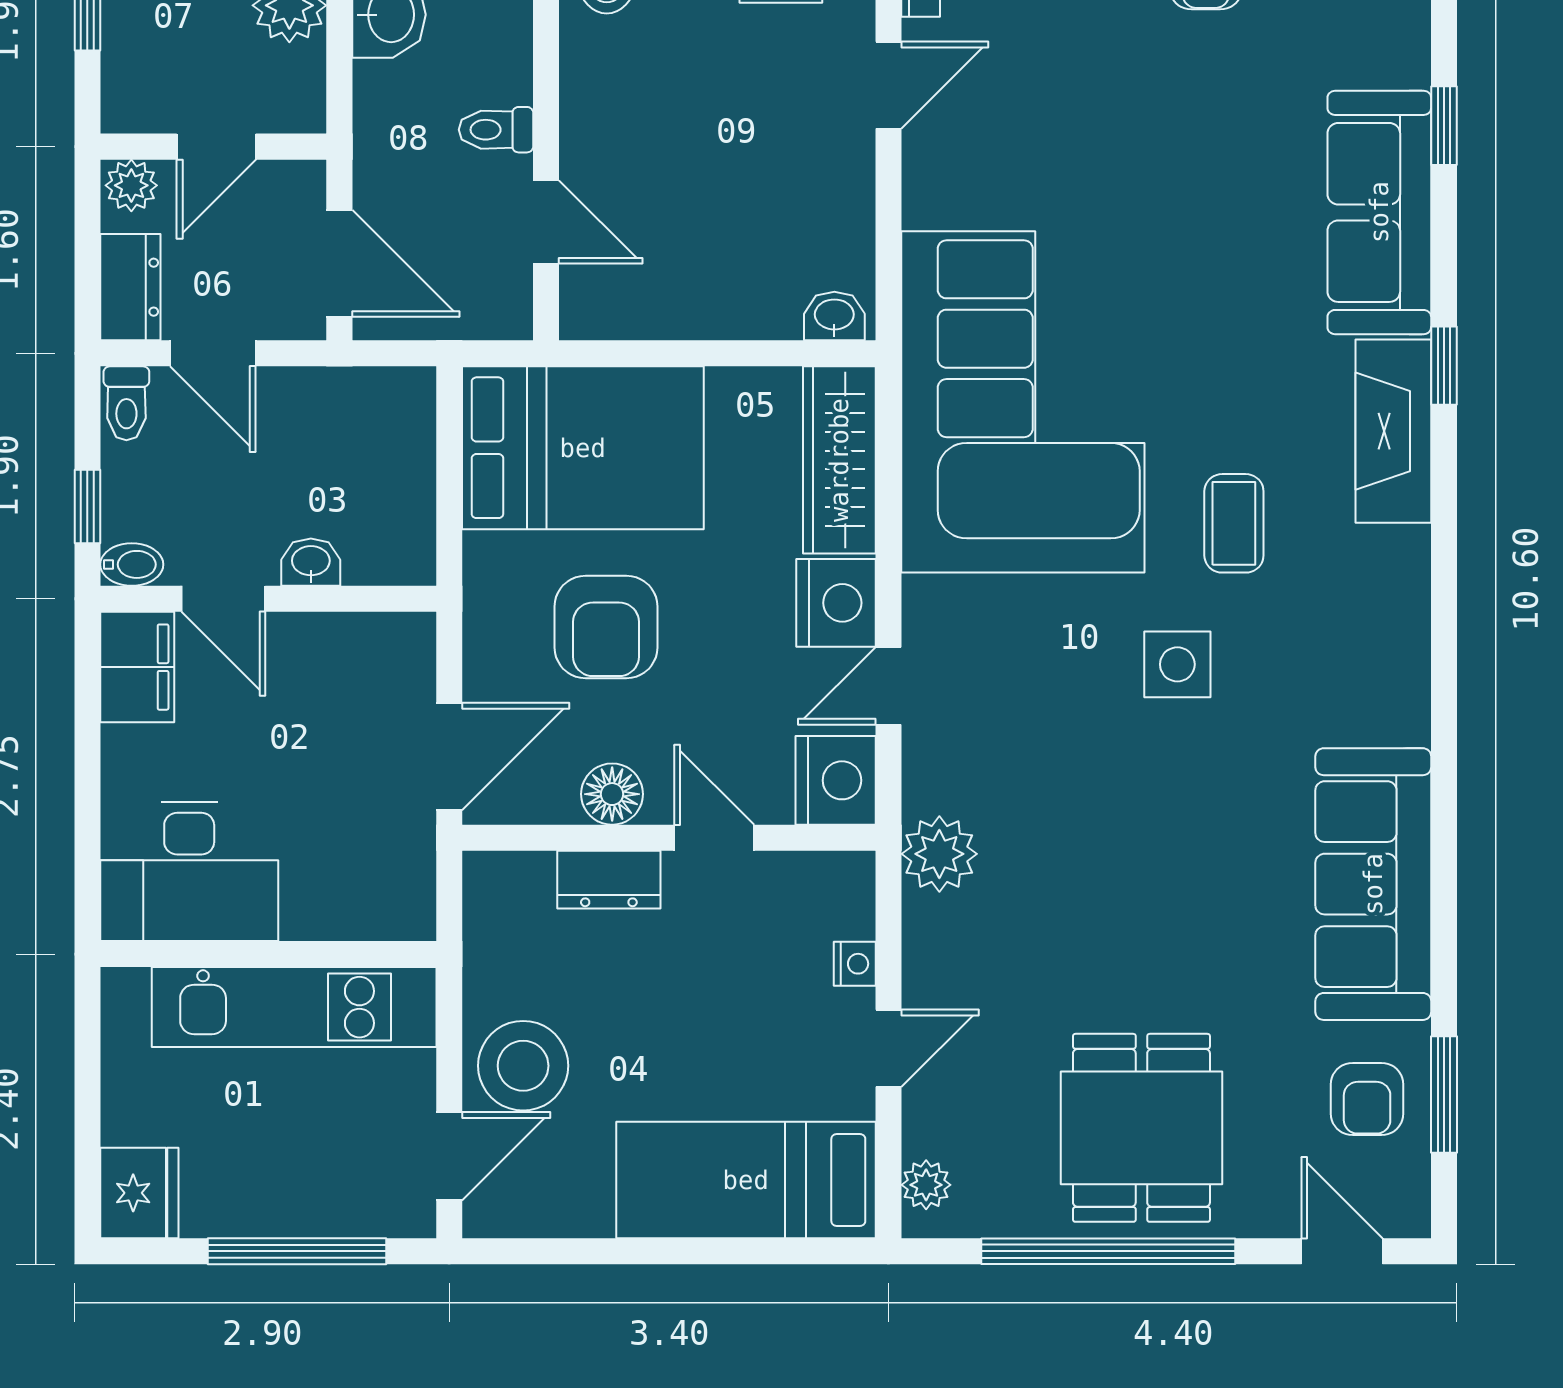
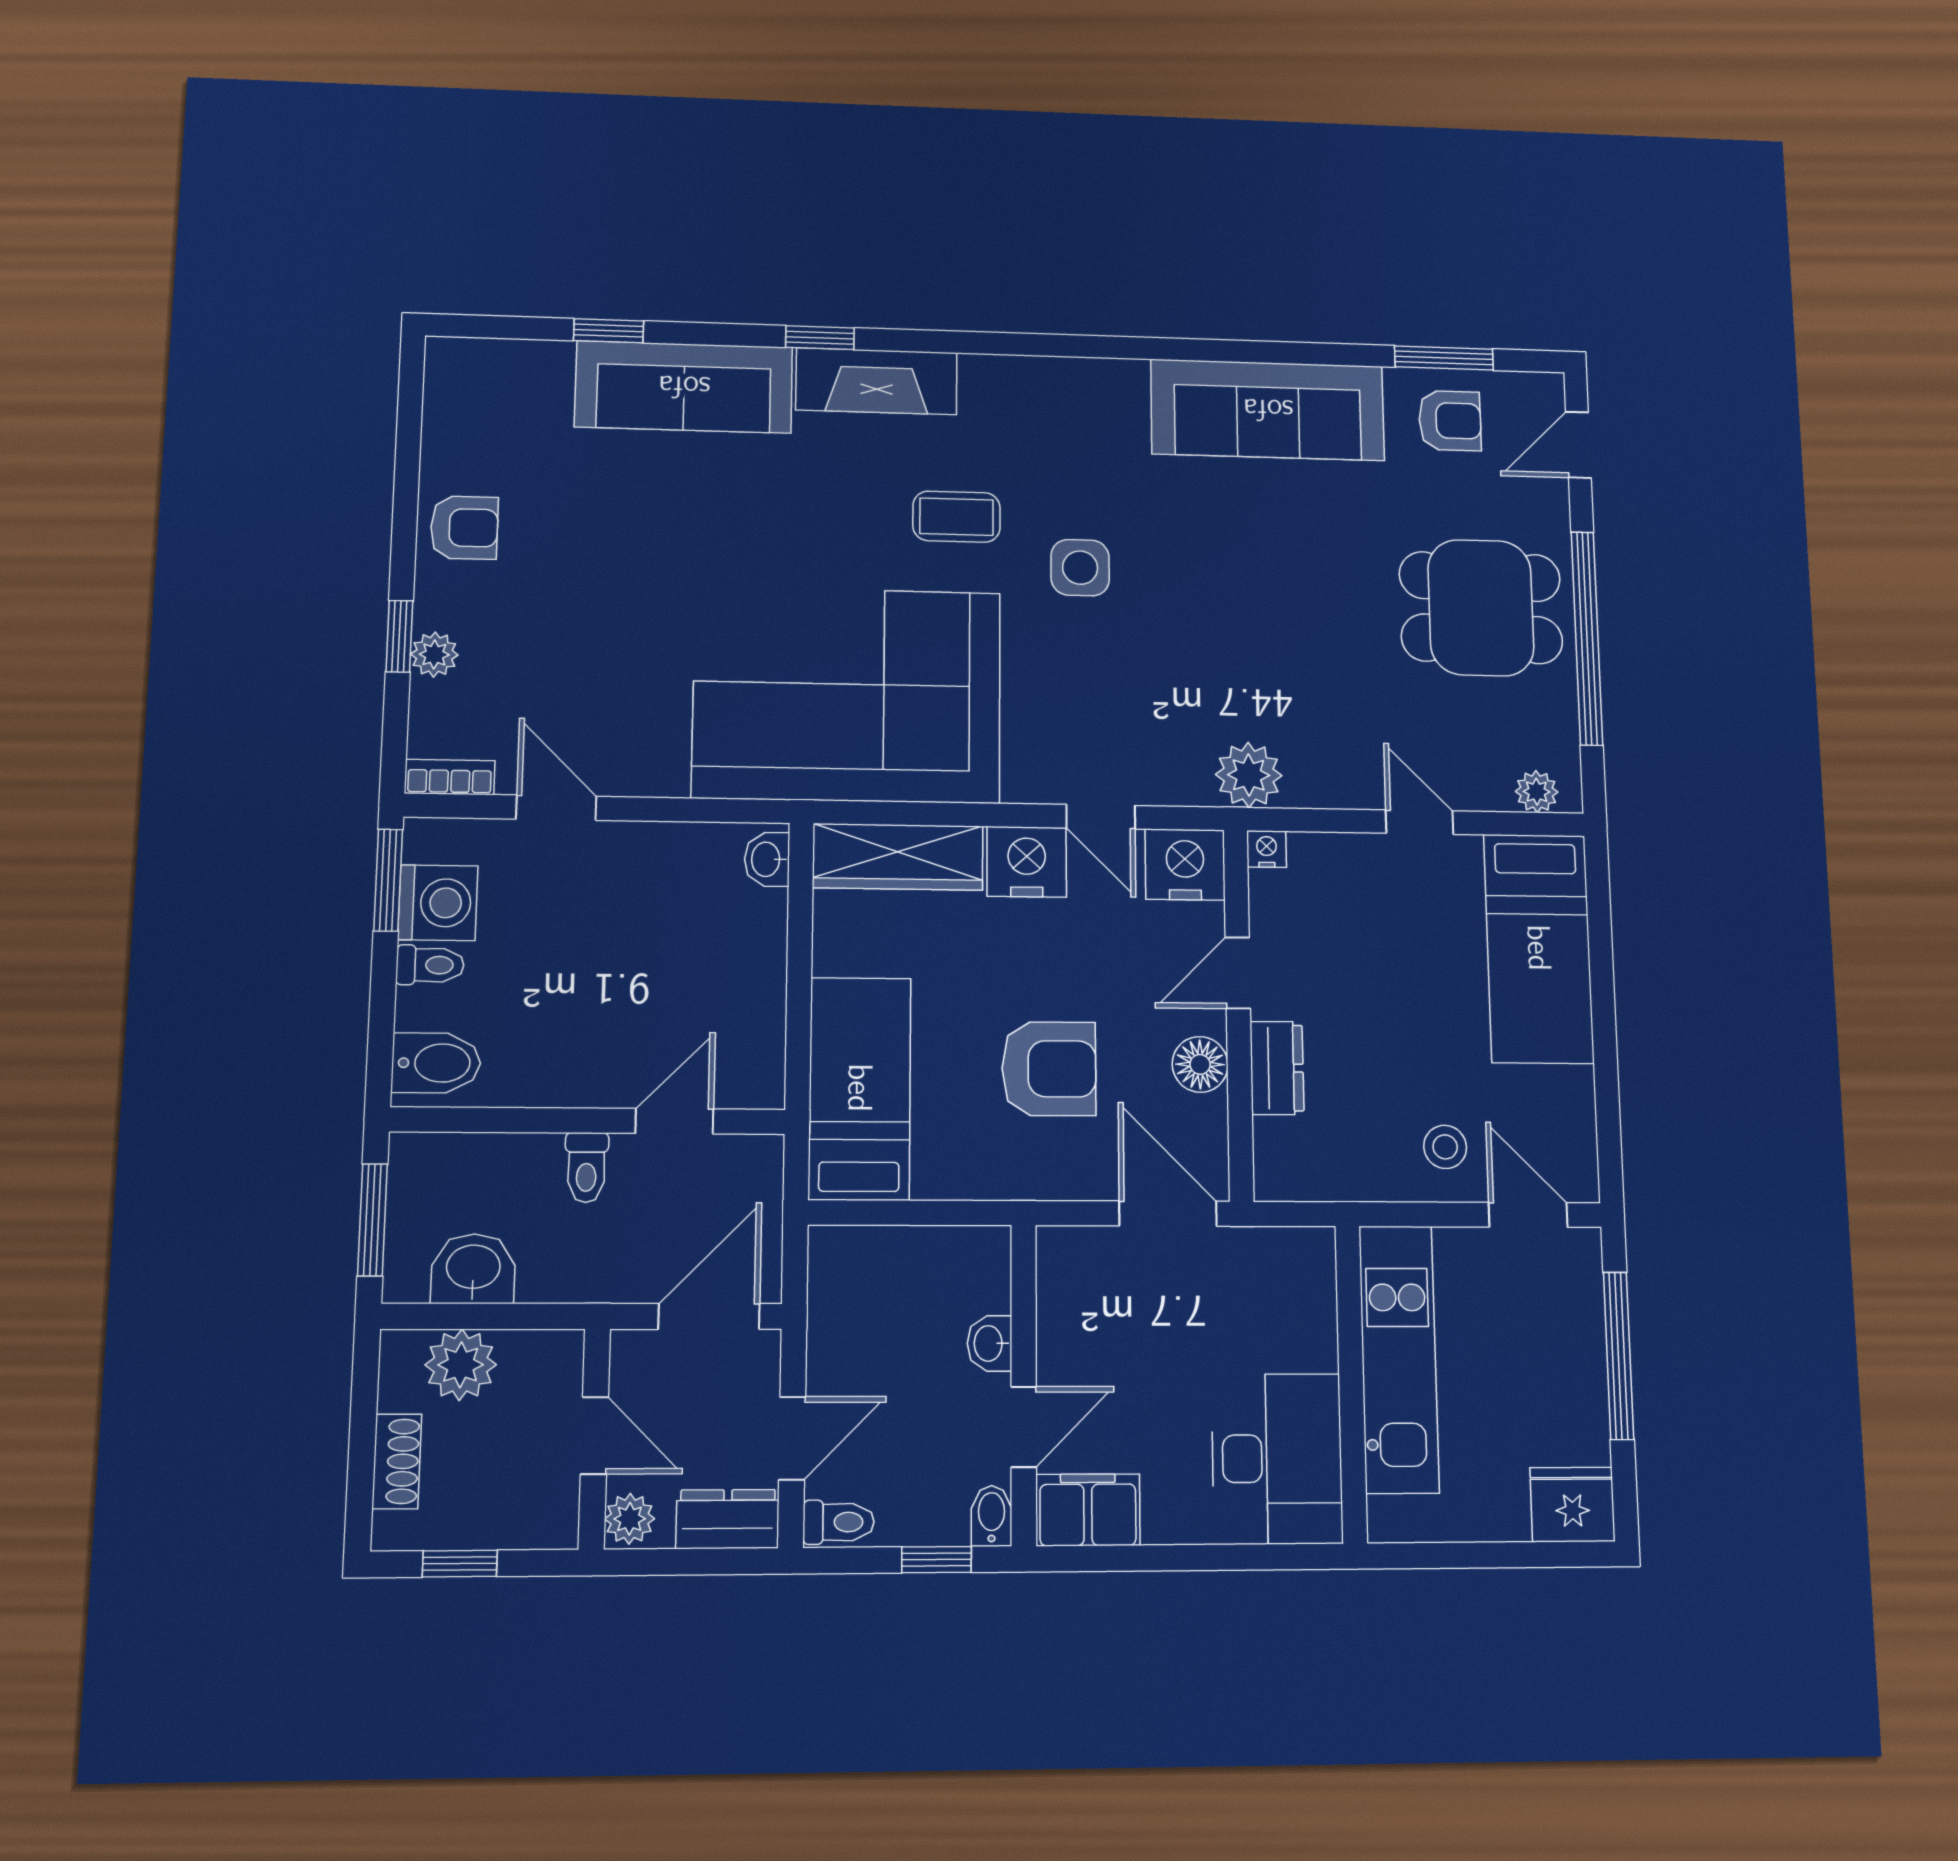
bed: (583, 448) -> (860, 1088), width x0.67
nightstand: (855, 964) -> (1267, 849), moved
stool: (523, 1066) -> (1445, 1147), width x0.53, depth x0.53

